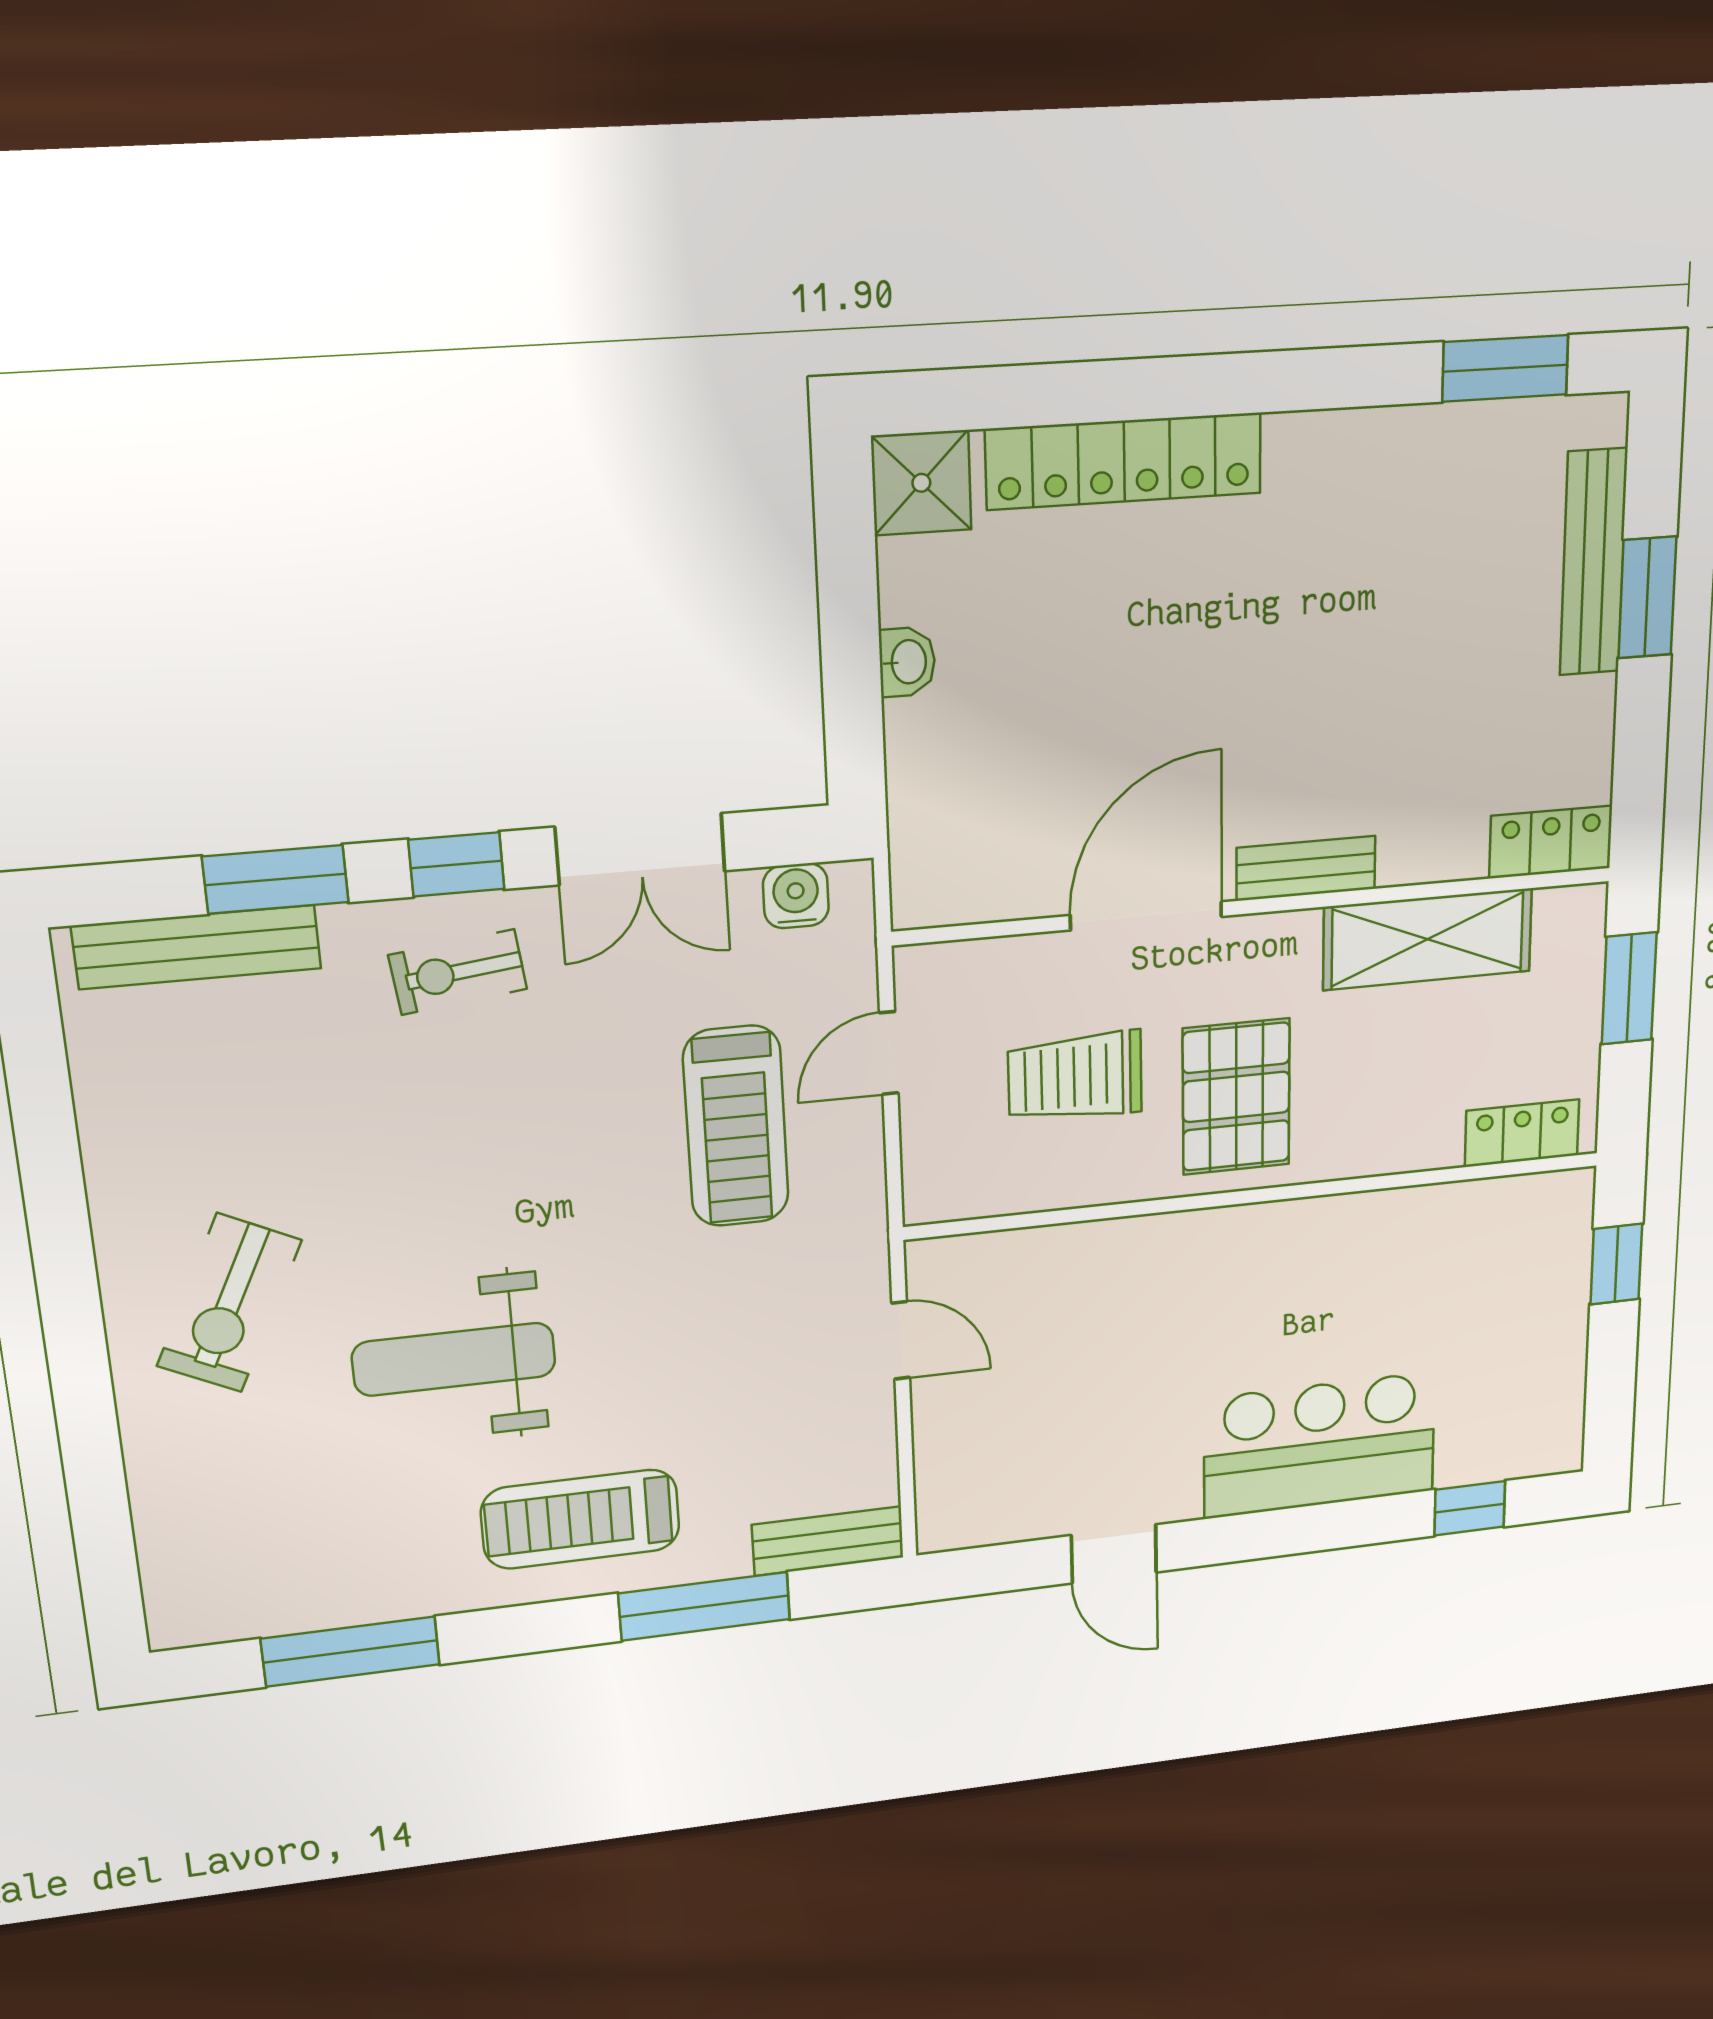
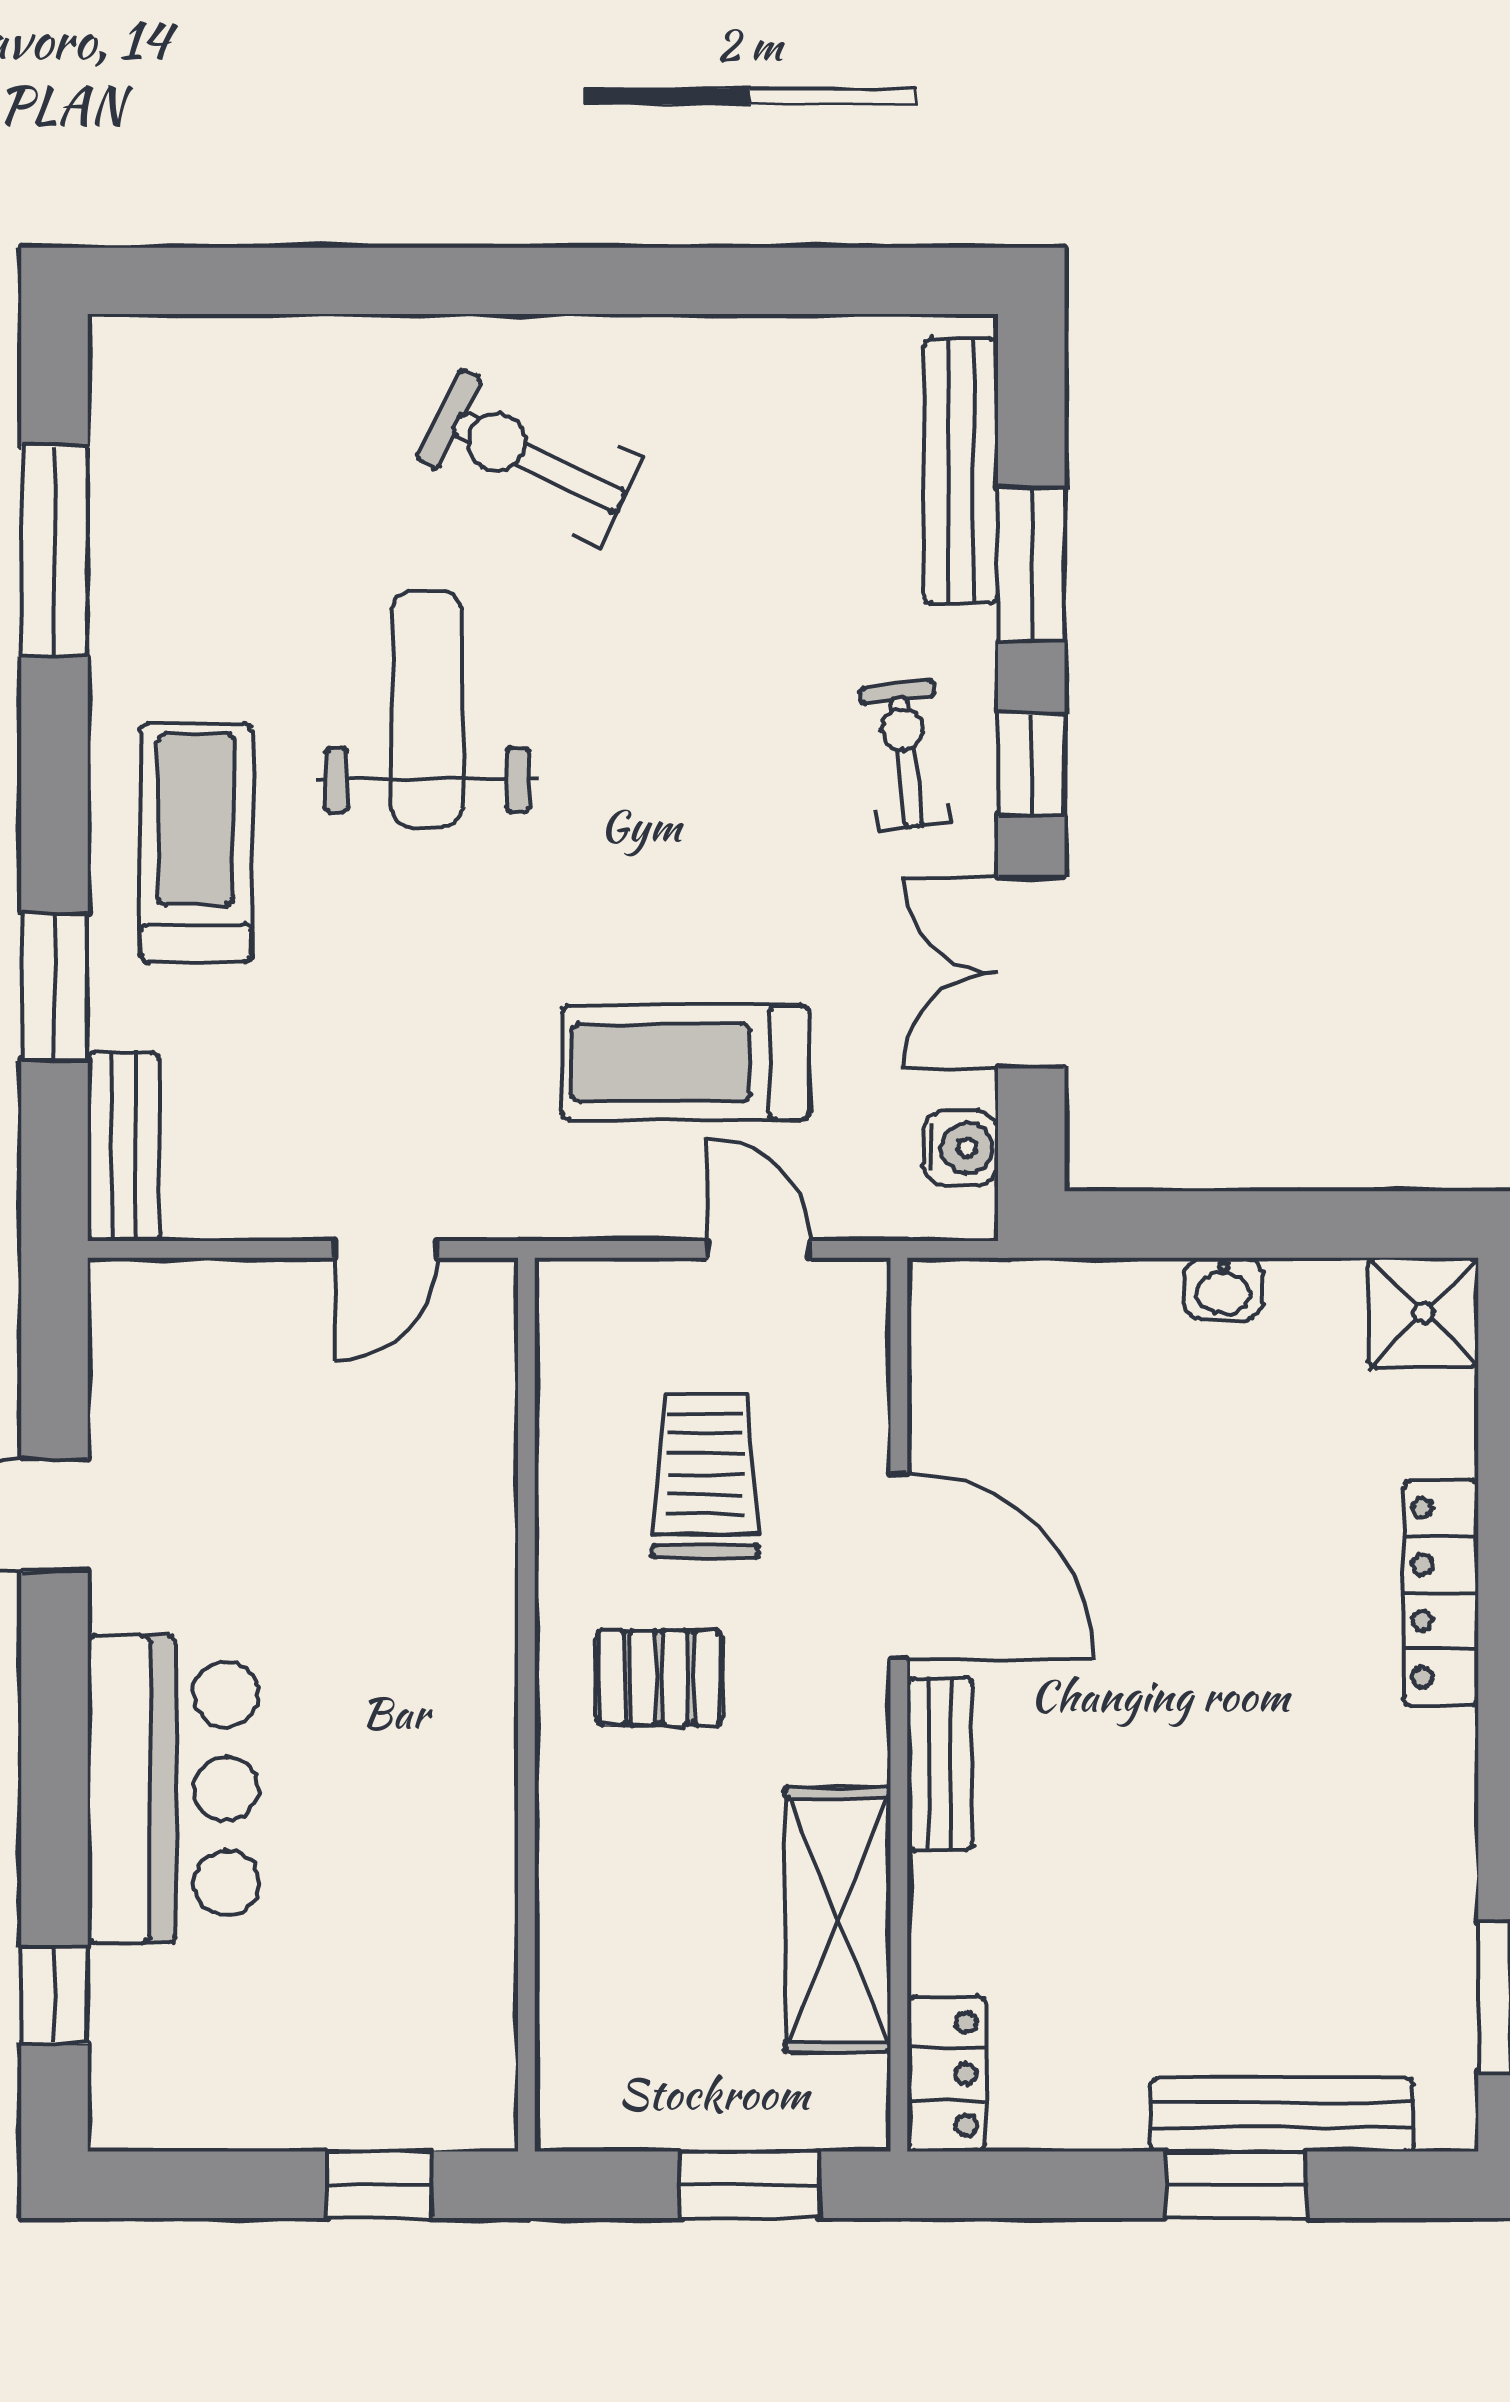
locker: (1124, 461) -> (1441, 1593), width x0.71, depth x0.83
pallet: (1236, 1097) -> (659, 1678), width x0.67, depth x0.71
locker: (1522, 1133) -> (572, 2050), removed
window: (704, 1606) -> (55, 987), width x0.69

